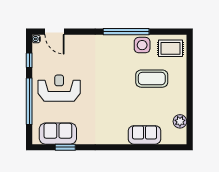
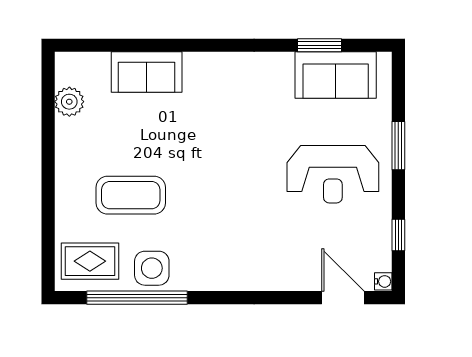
window: (126, 32) -> (137, 298), moved
window: (29, 101) -> (398, 146), width x0.47

